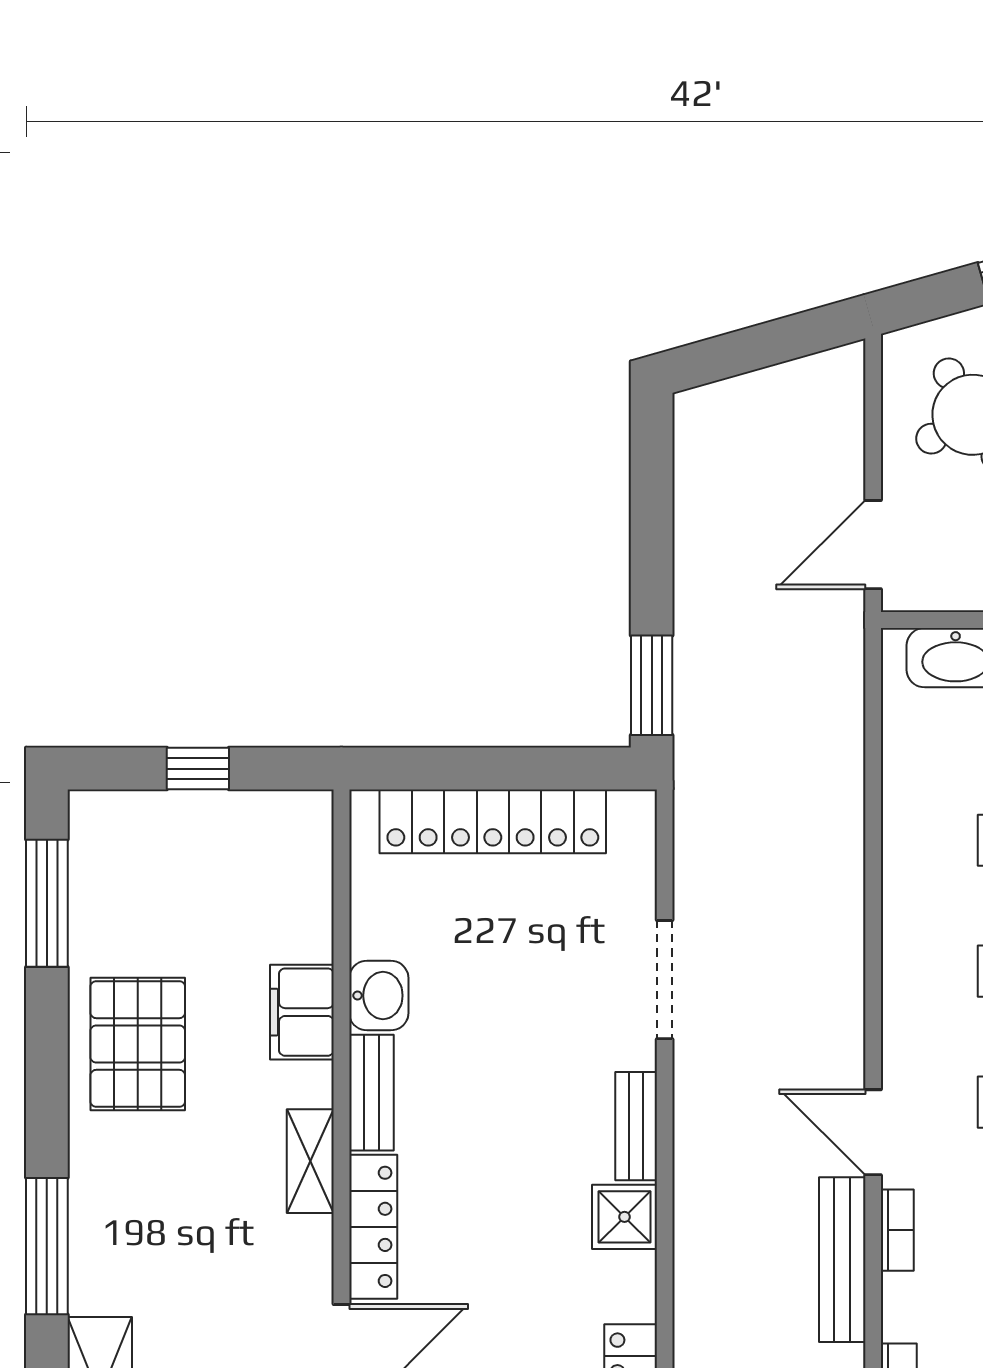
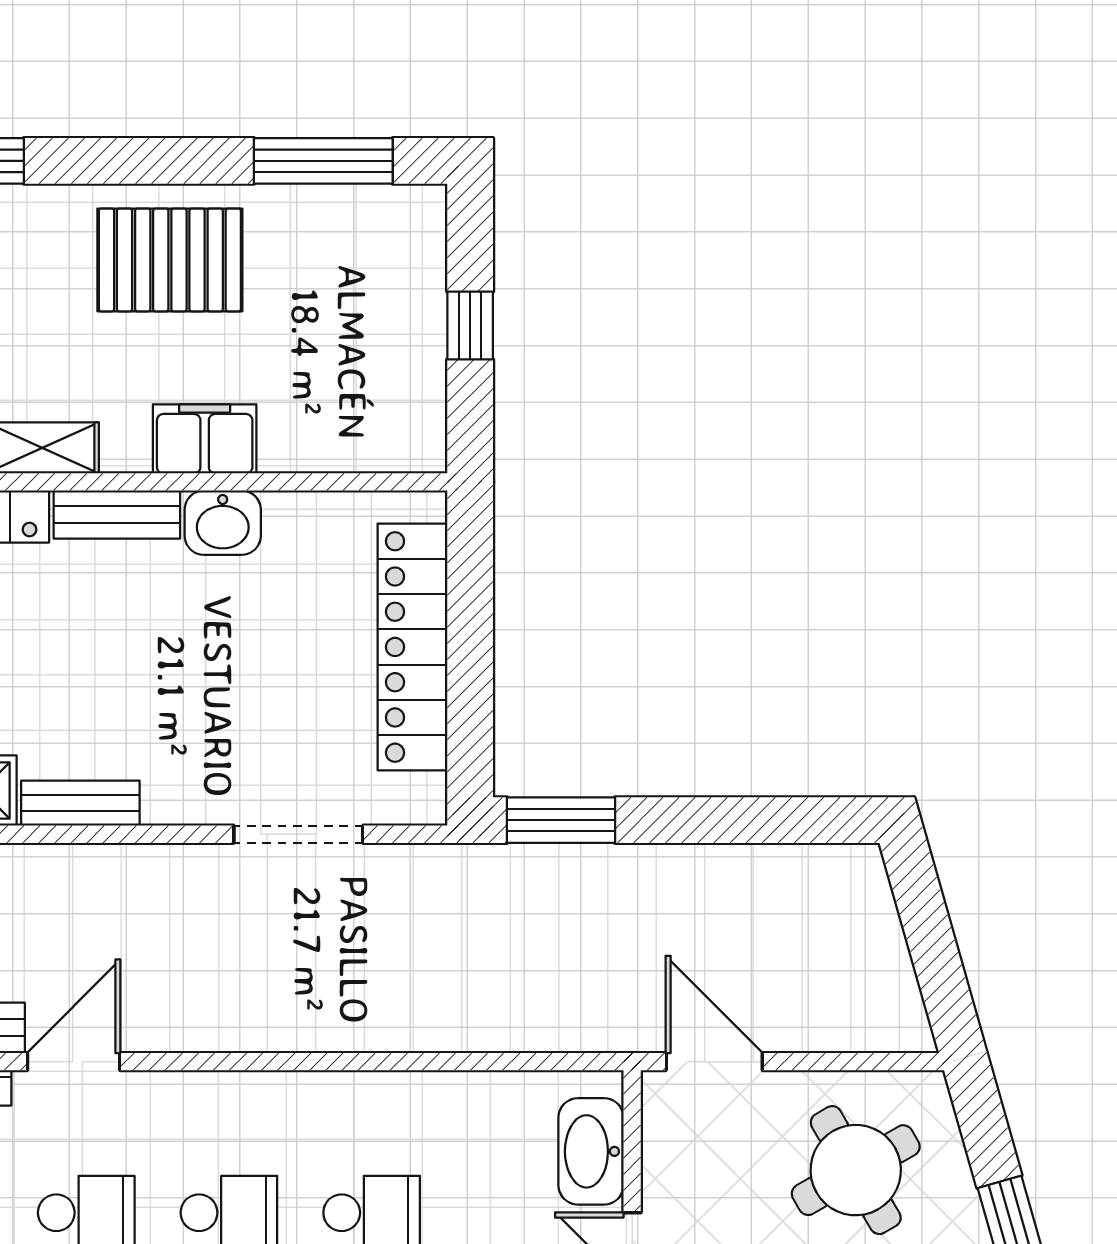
doorway: (665, 980) -> (298, 834), moved

